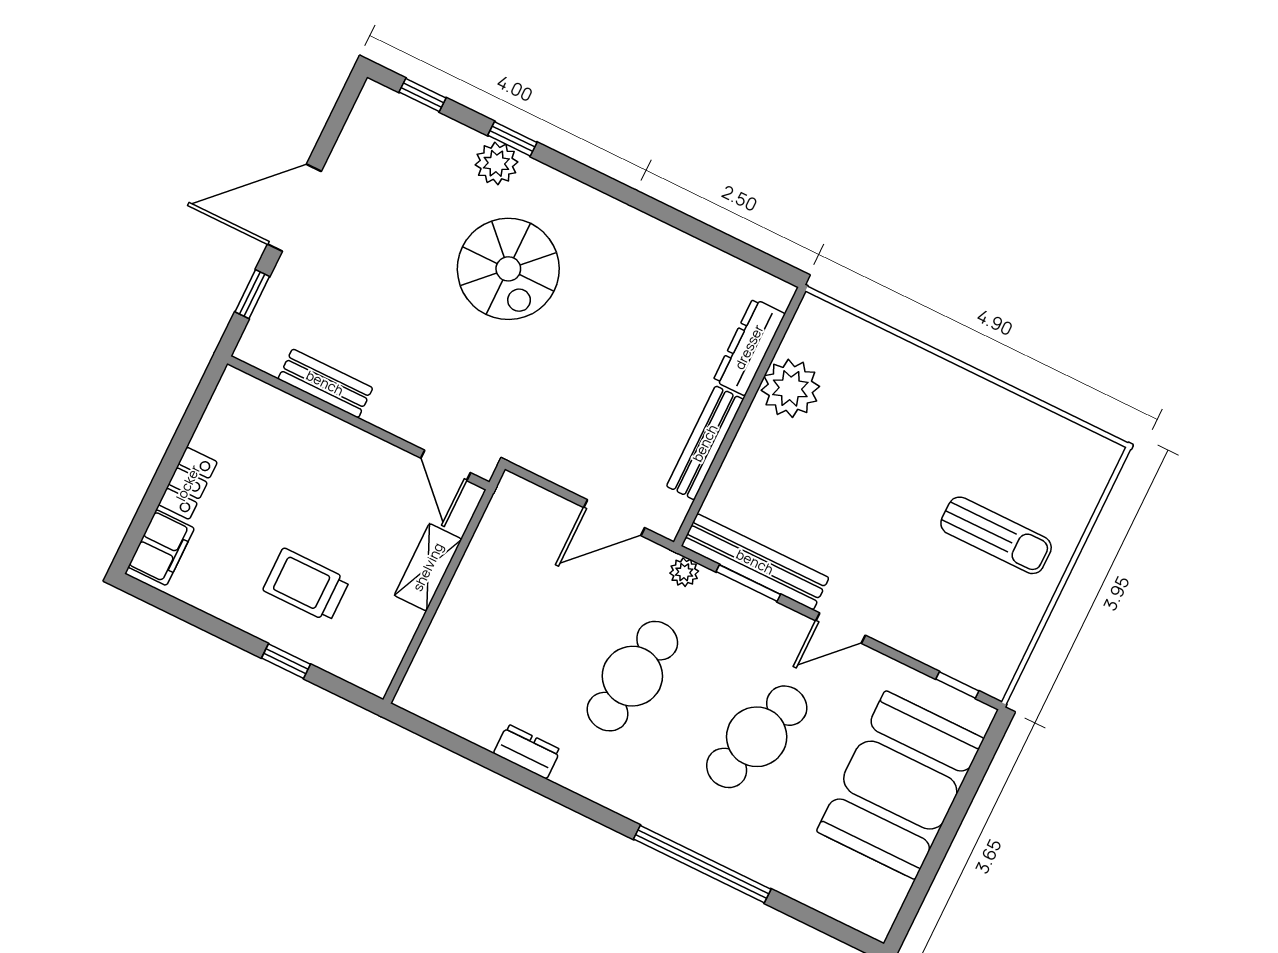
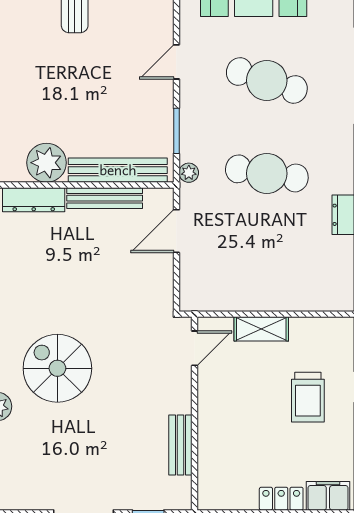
spiral stairs: (508, 269) -> (57, 368), turned -90
door: (614, 518) -> (176, 231), swing flipped
bench: (755, 562) -> (118, 170), moved, turned 90
door: (841, 628) -> (176, 62), swing flipped

